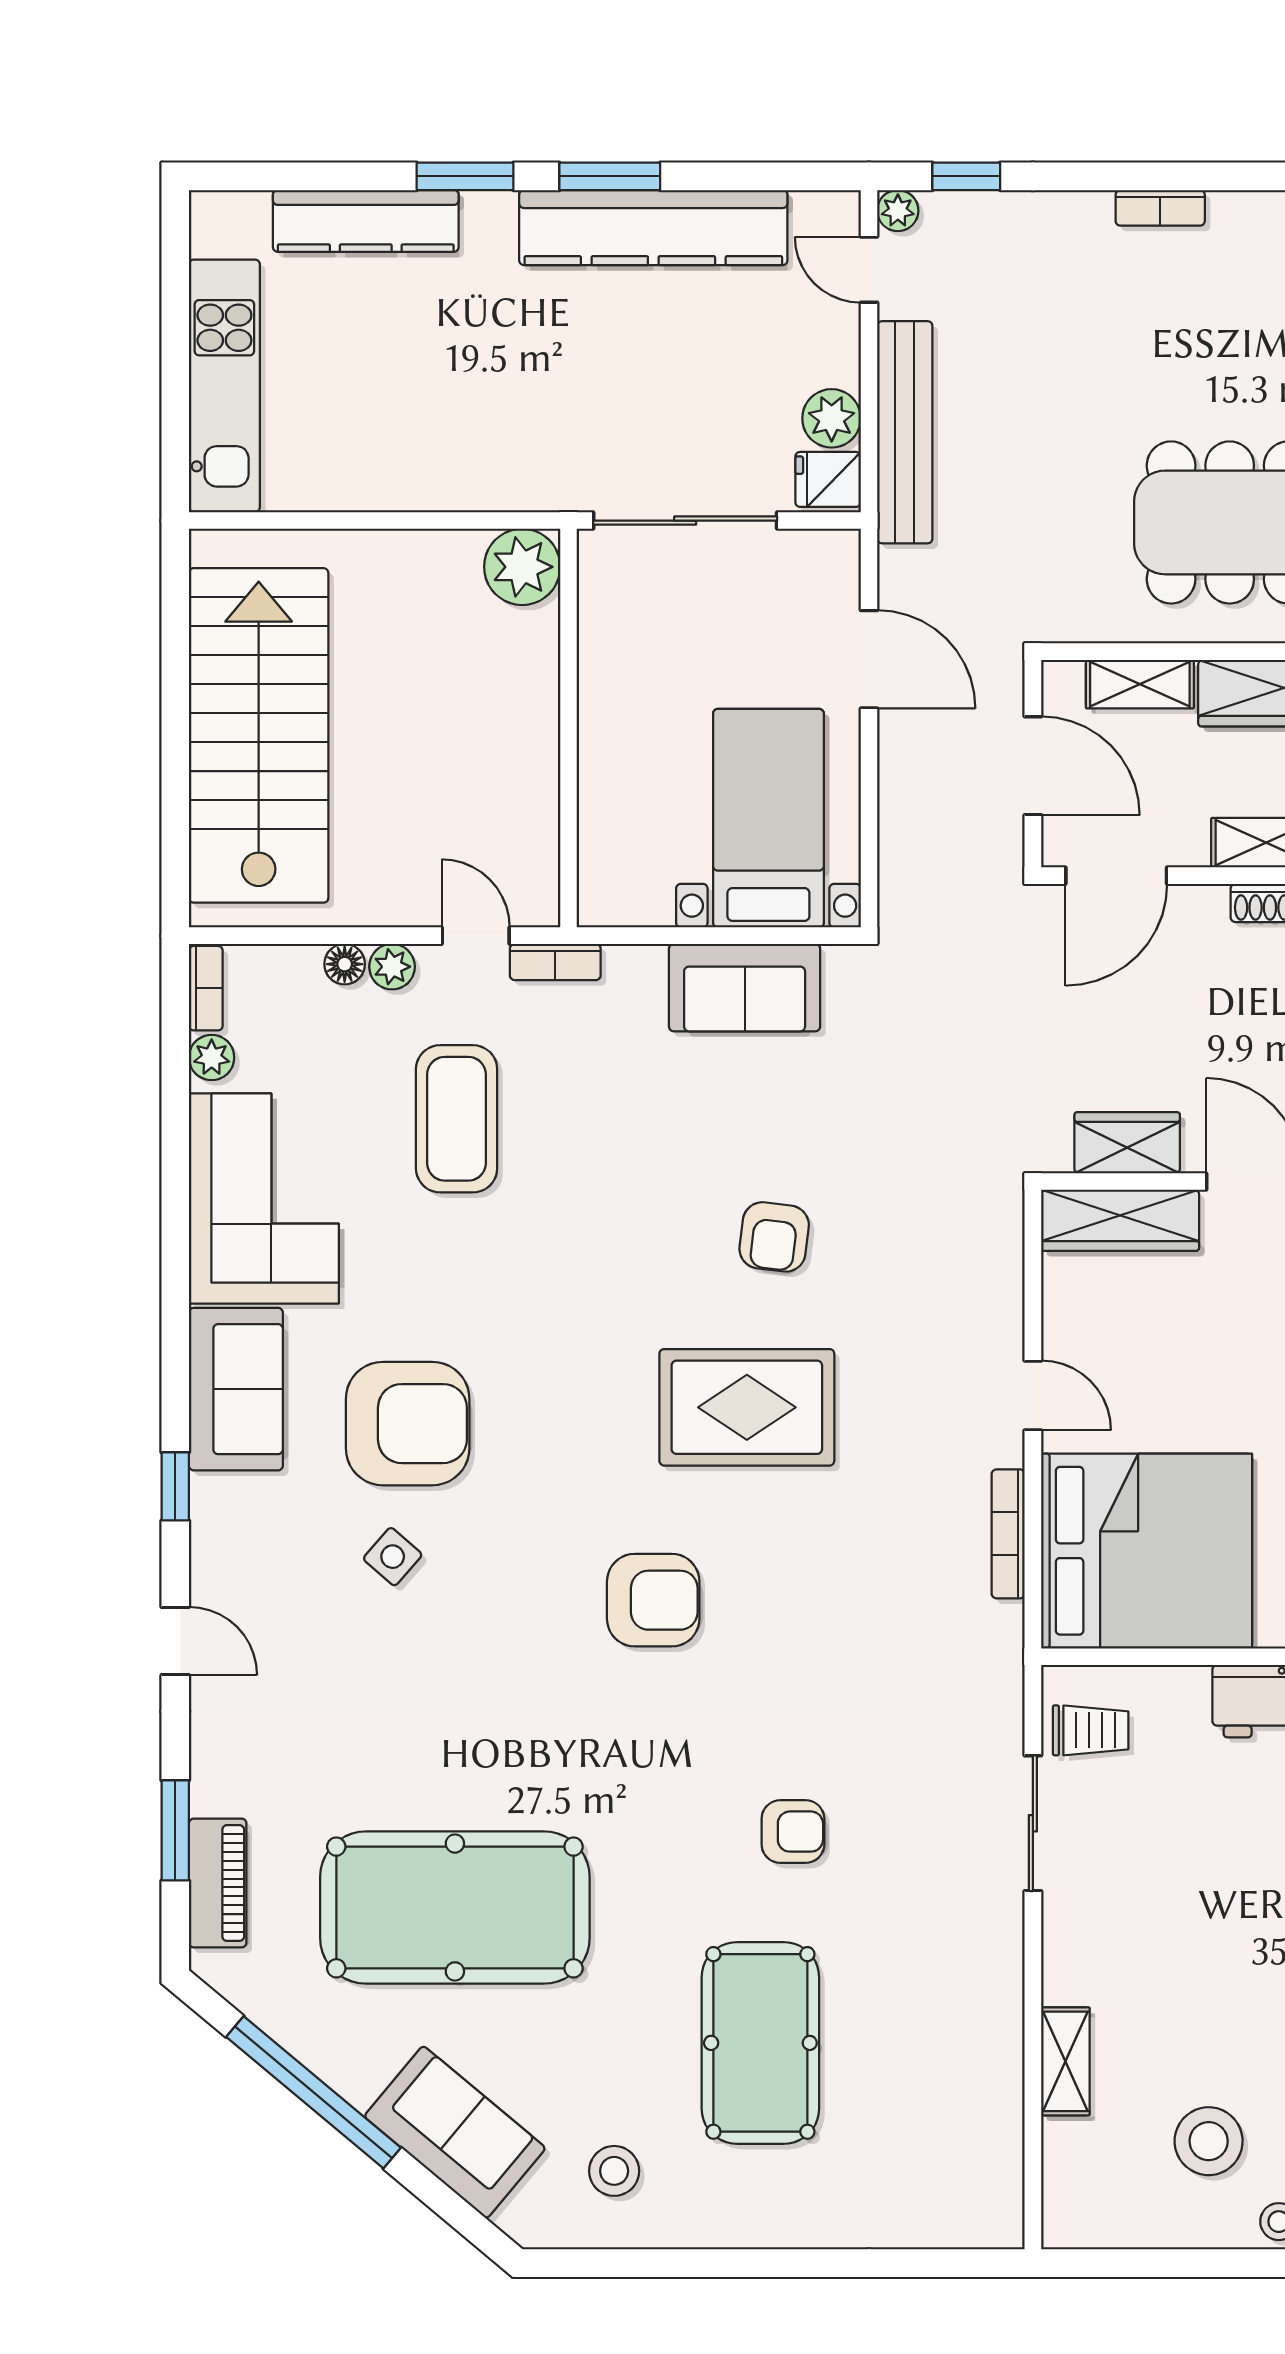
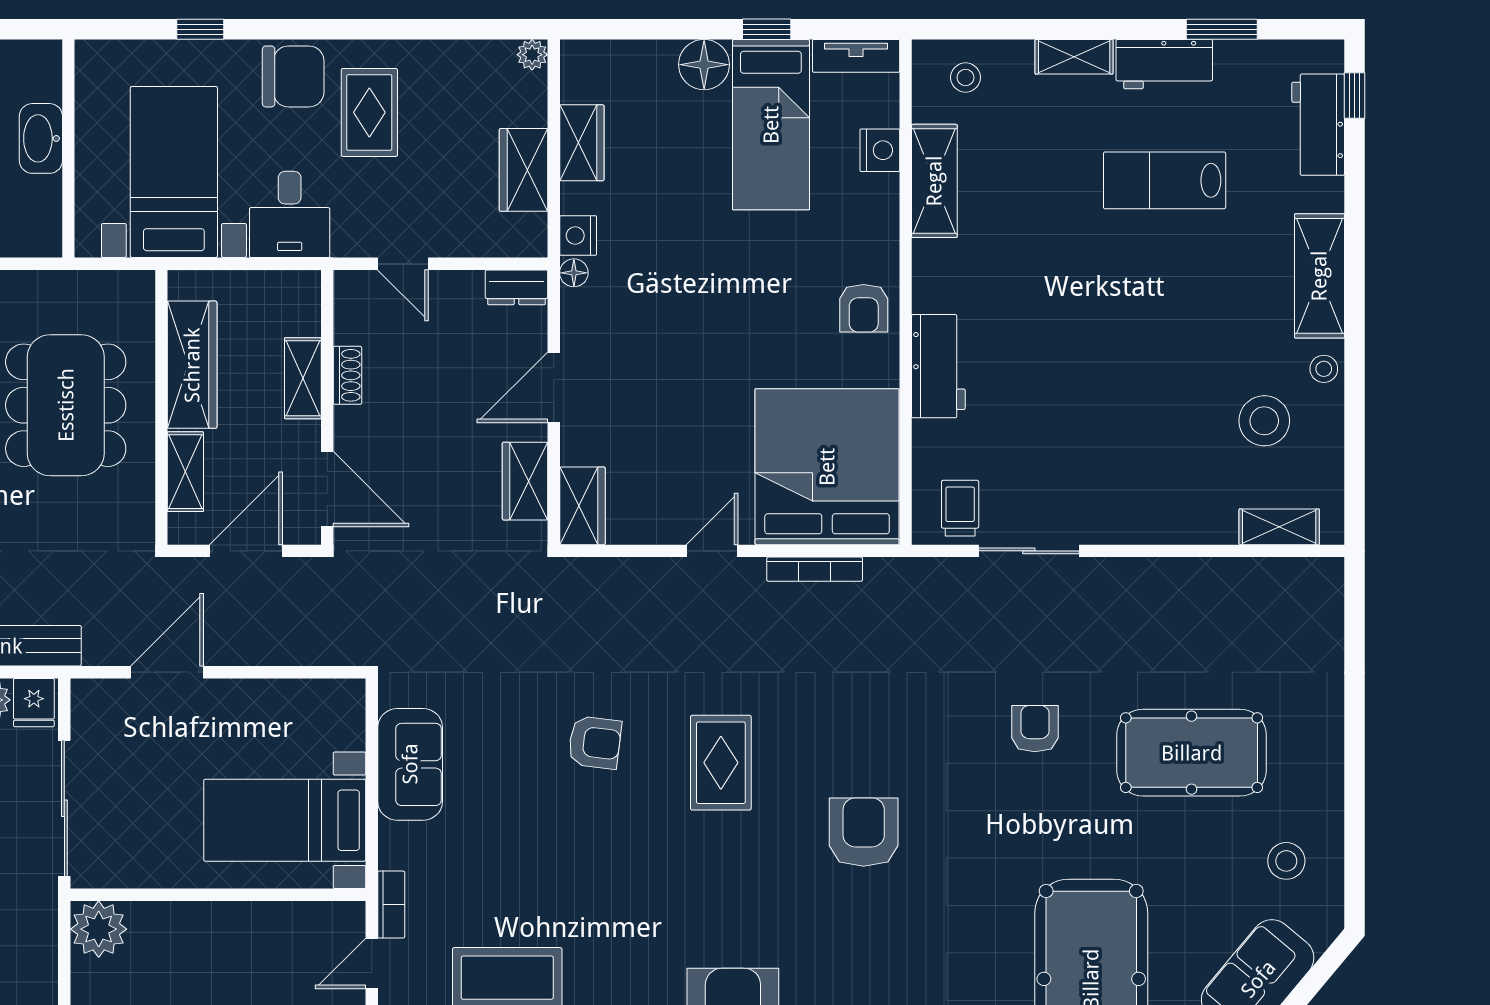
bed with nightstands: (768, 818) -> (285, 820), moved
wardrobe: (1120, 1220) -> (582, 506), width x0.67
rug: (747, 1407) -> (721, 763), width x0.73, depth x0.70
shelving: (1065, 2061) -> (1279, 527), moved

